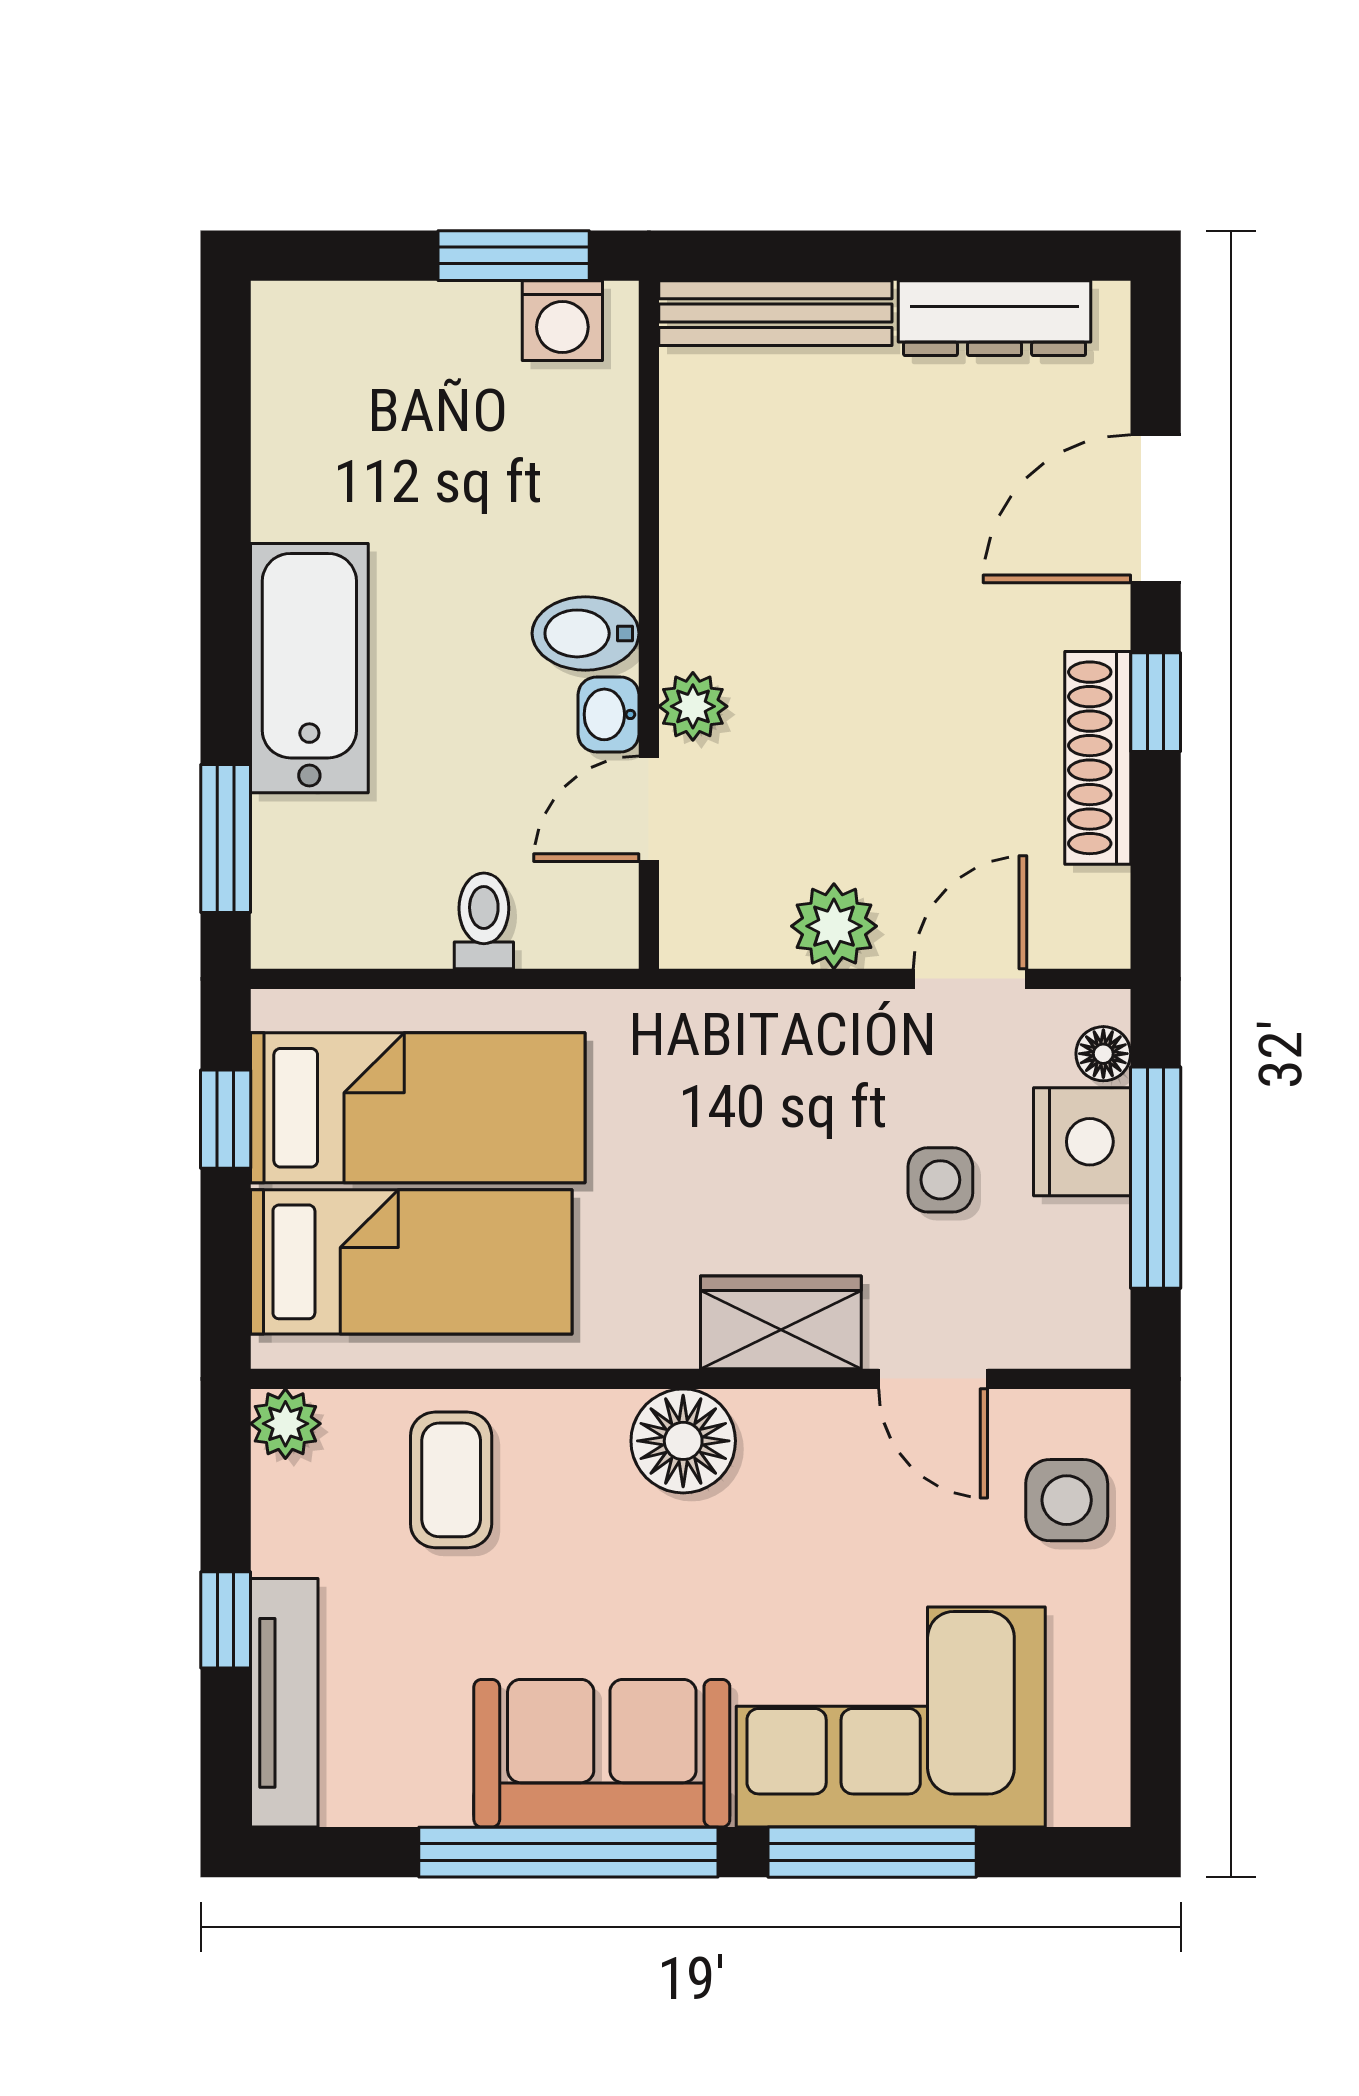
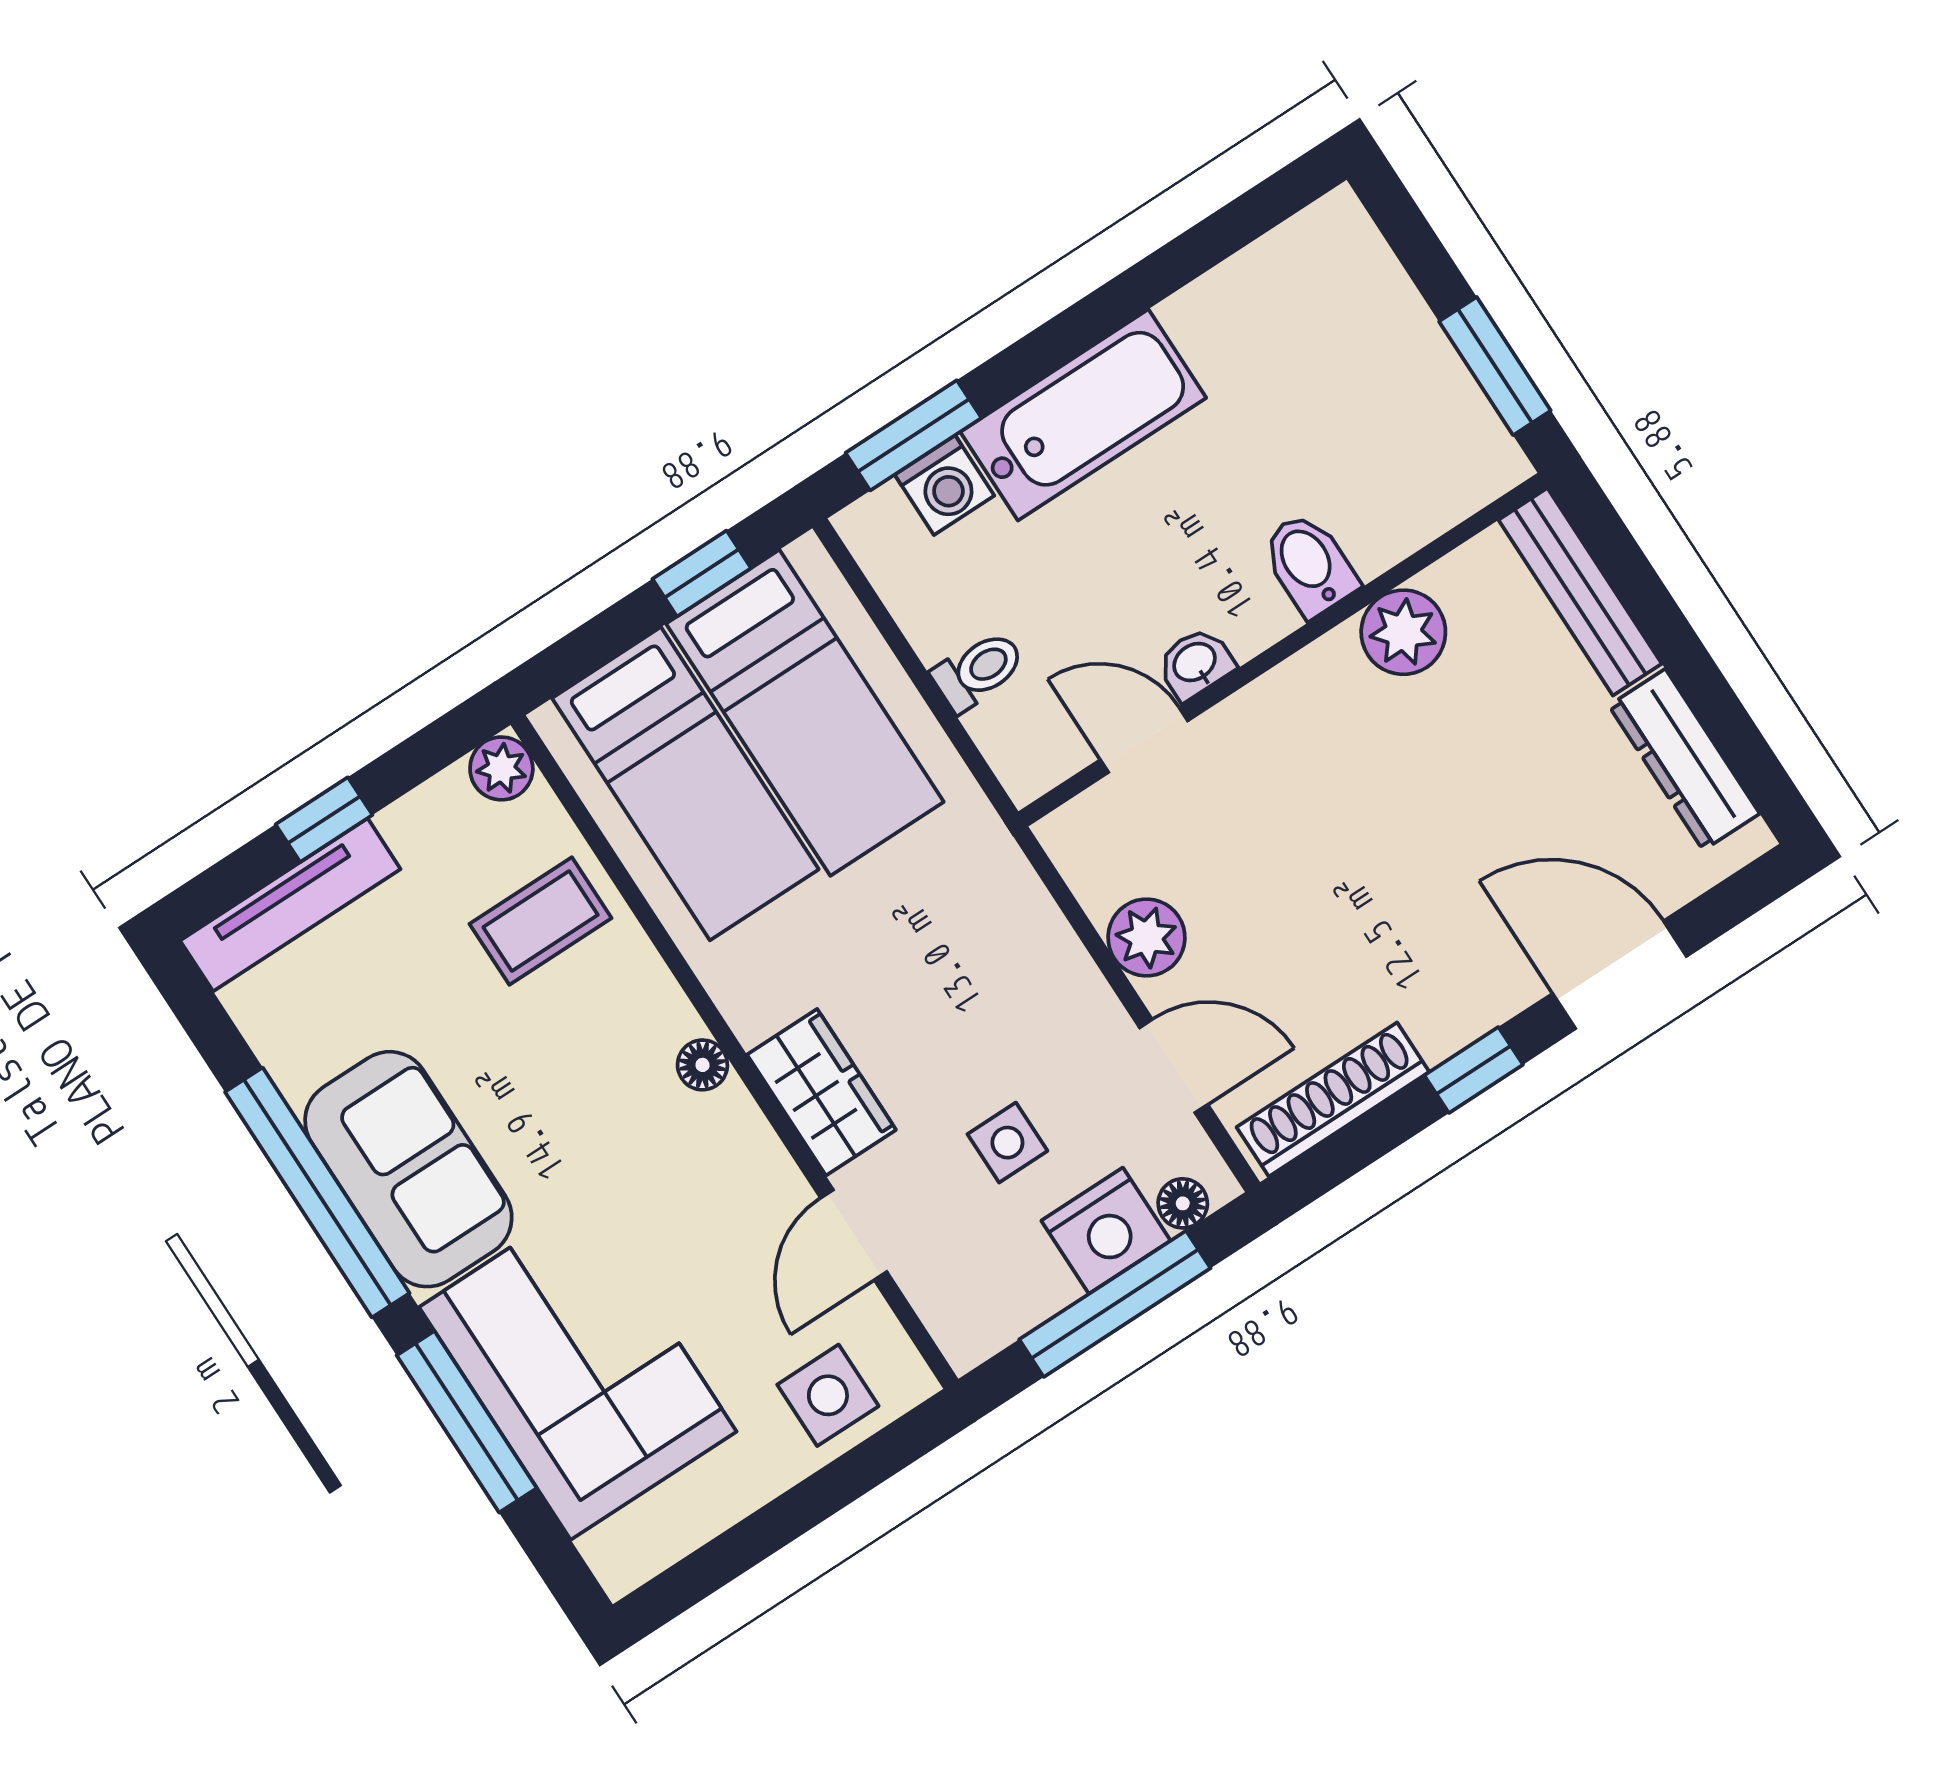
washing machine: (562, 321) -> (945, 485), moved, turned -90
bidet: (586, 633) -> (1309, 564), moved
plant: (693, 706) -> (1403, 632), moved, width x1.38, depth x1.38
shoe rack: (1098, 758) -> (1333, 1099), moved
floor lamp: (683, 1441) -> (702, 1065), width x0.53, depth x0.53

